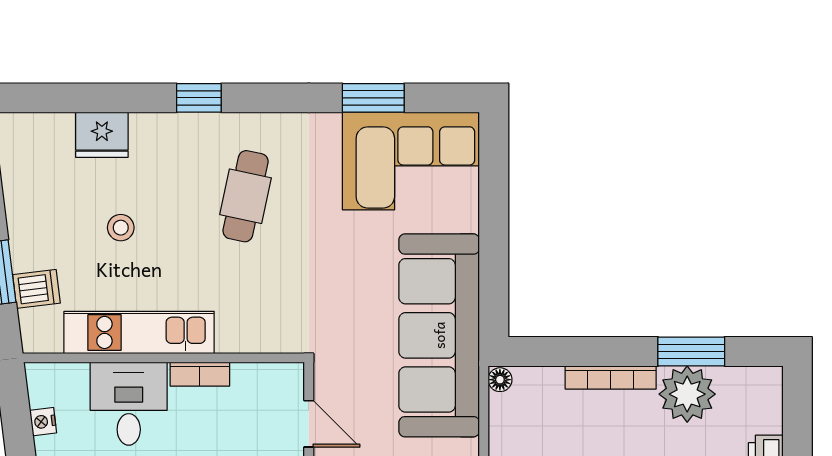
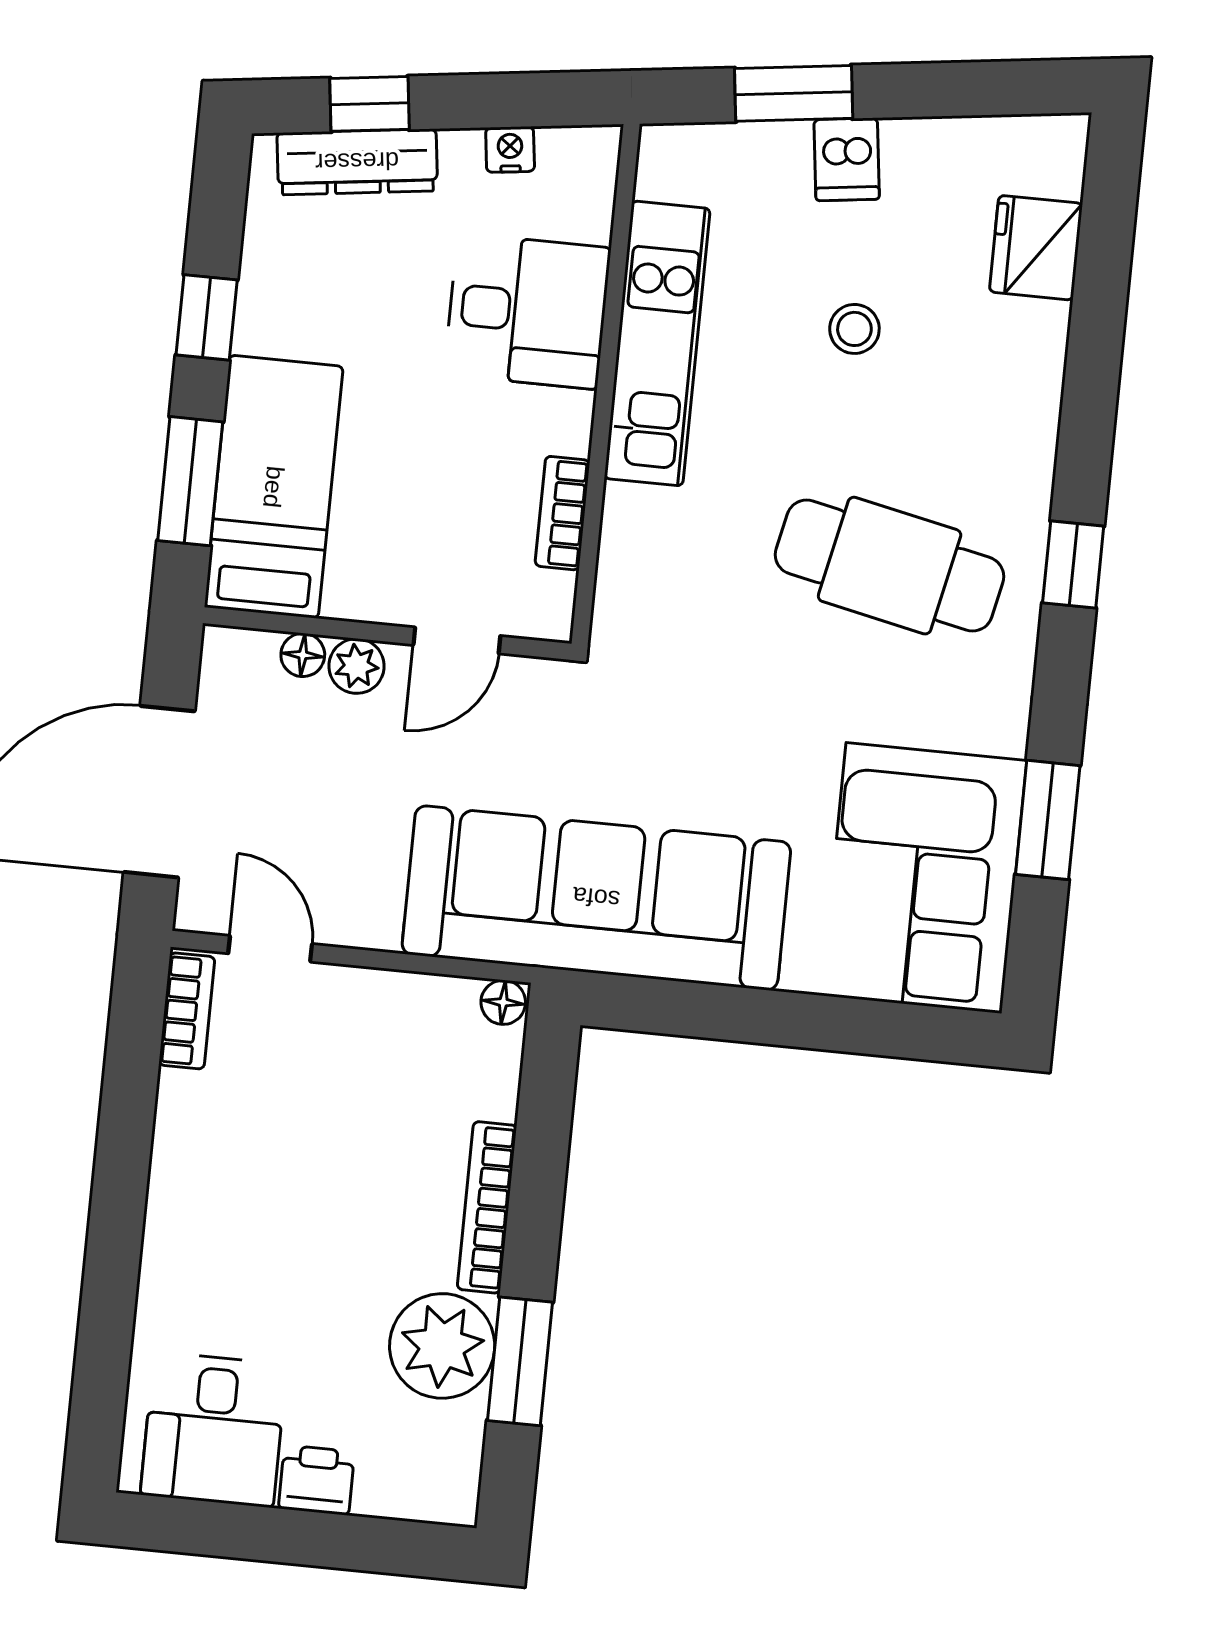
window: (199, 98) -> (1073, 564), moved
fridge: (102, 135) -> (1036, 248), moved
cafe table: (246, 196) -> (890, 566), width x1.37, depth x1.35
dishwasher: (36, 289) -> (847, 159), moved
bookcase: (200, 374) -> (562, 513), moved

